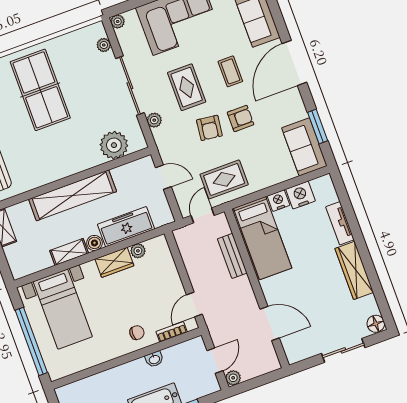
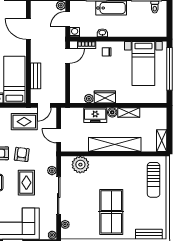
freezer: (126, 227) -> (95, 115), width x0.71
bed with nightstands: (63, 309) -> (143, 64), moved, turned 180
washing machine: (197, 345) -> (75, 32), added

